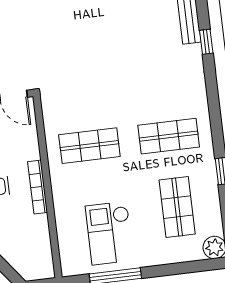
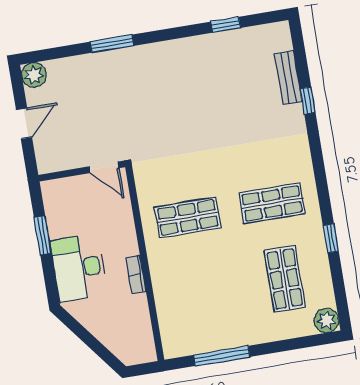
bookcase: (38, 187) -> (136, 274), width x0.64
checkout: (109, 233) -> (213, 310), removed

